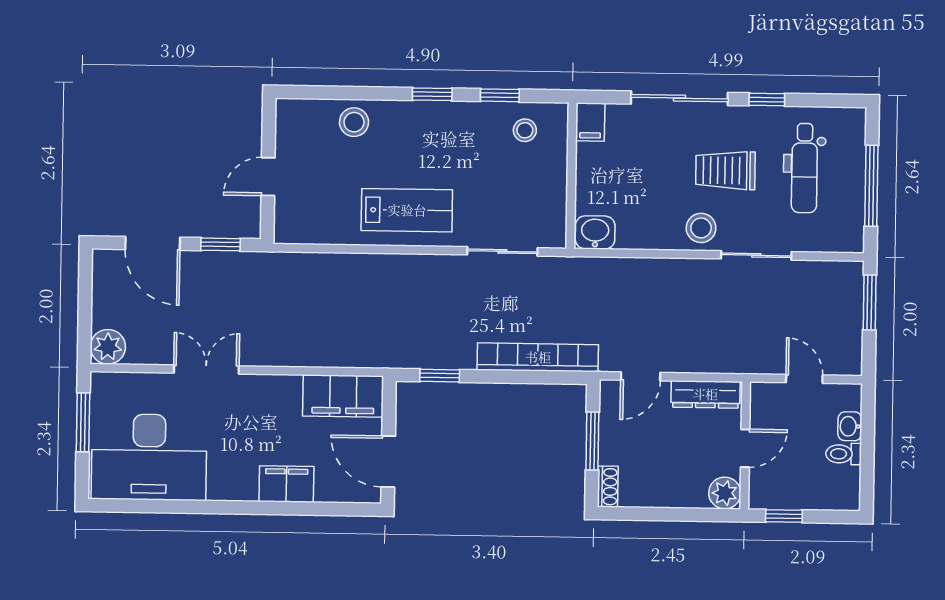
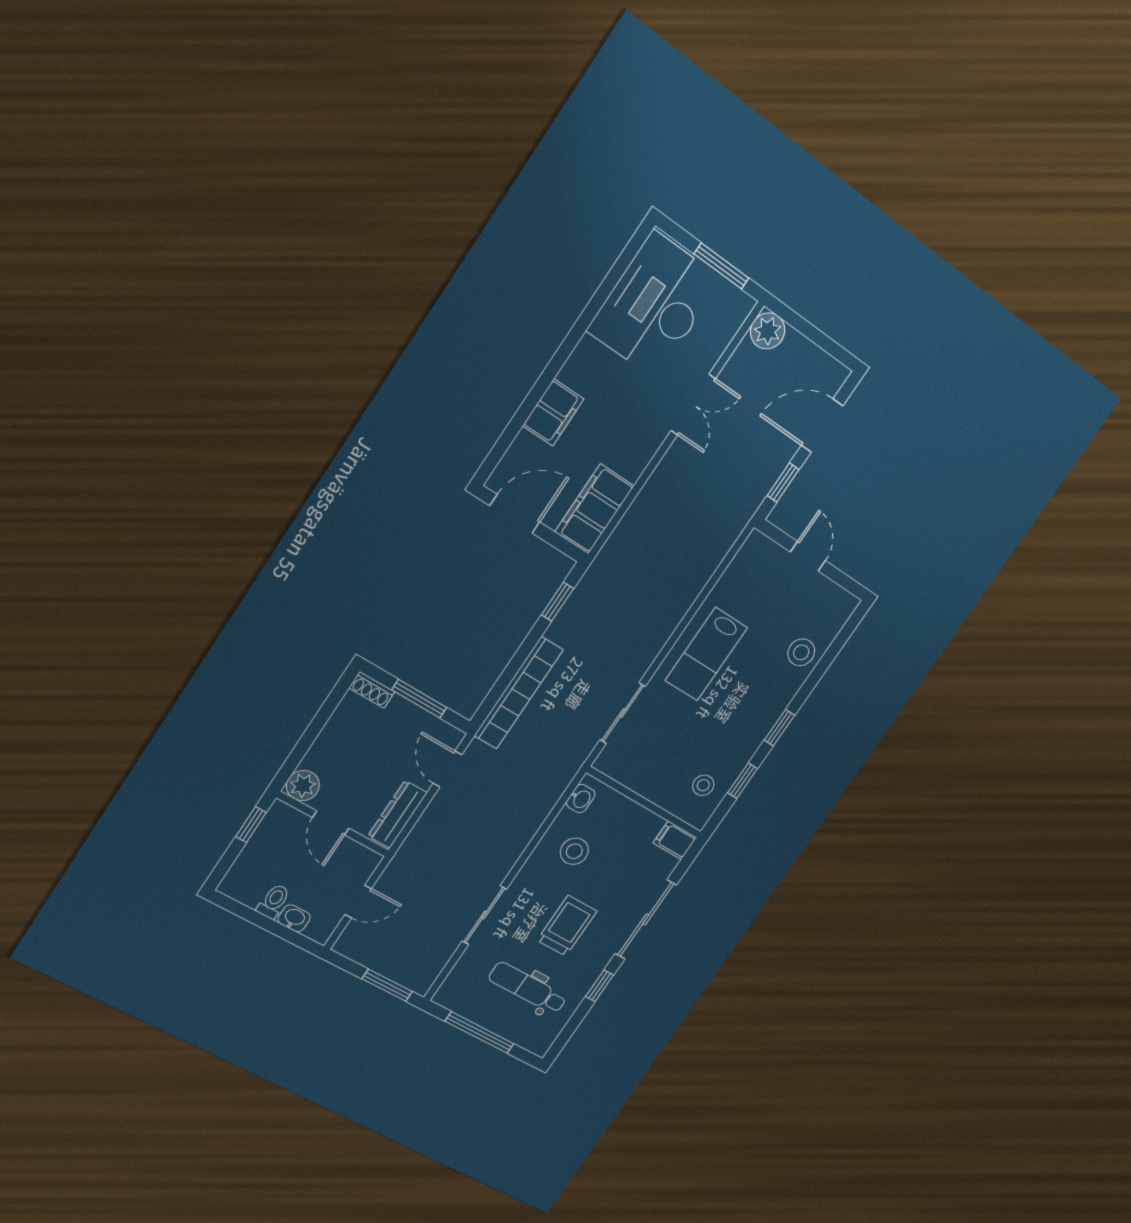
stool: (701, 228) -> (574, 851), moved
washbasin: (595, 232) -> (581, 799), width x0.72, depth x0.69

